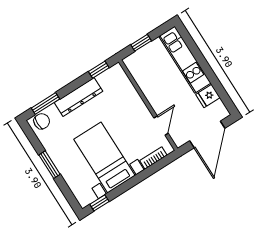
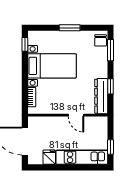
window: (141, 43) -> (110, 147), moved
window: (99, 70) -> (110, 86), moved
dresser: (78, 97) -> (101, 96), moved
door: (161, 125) -> (76, 115), moved

